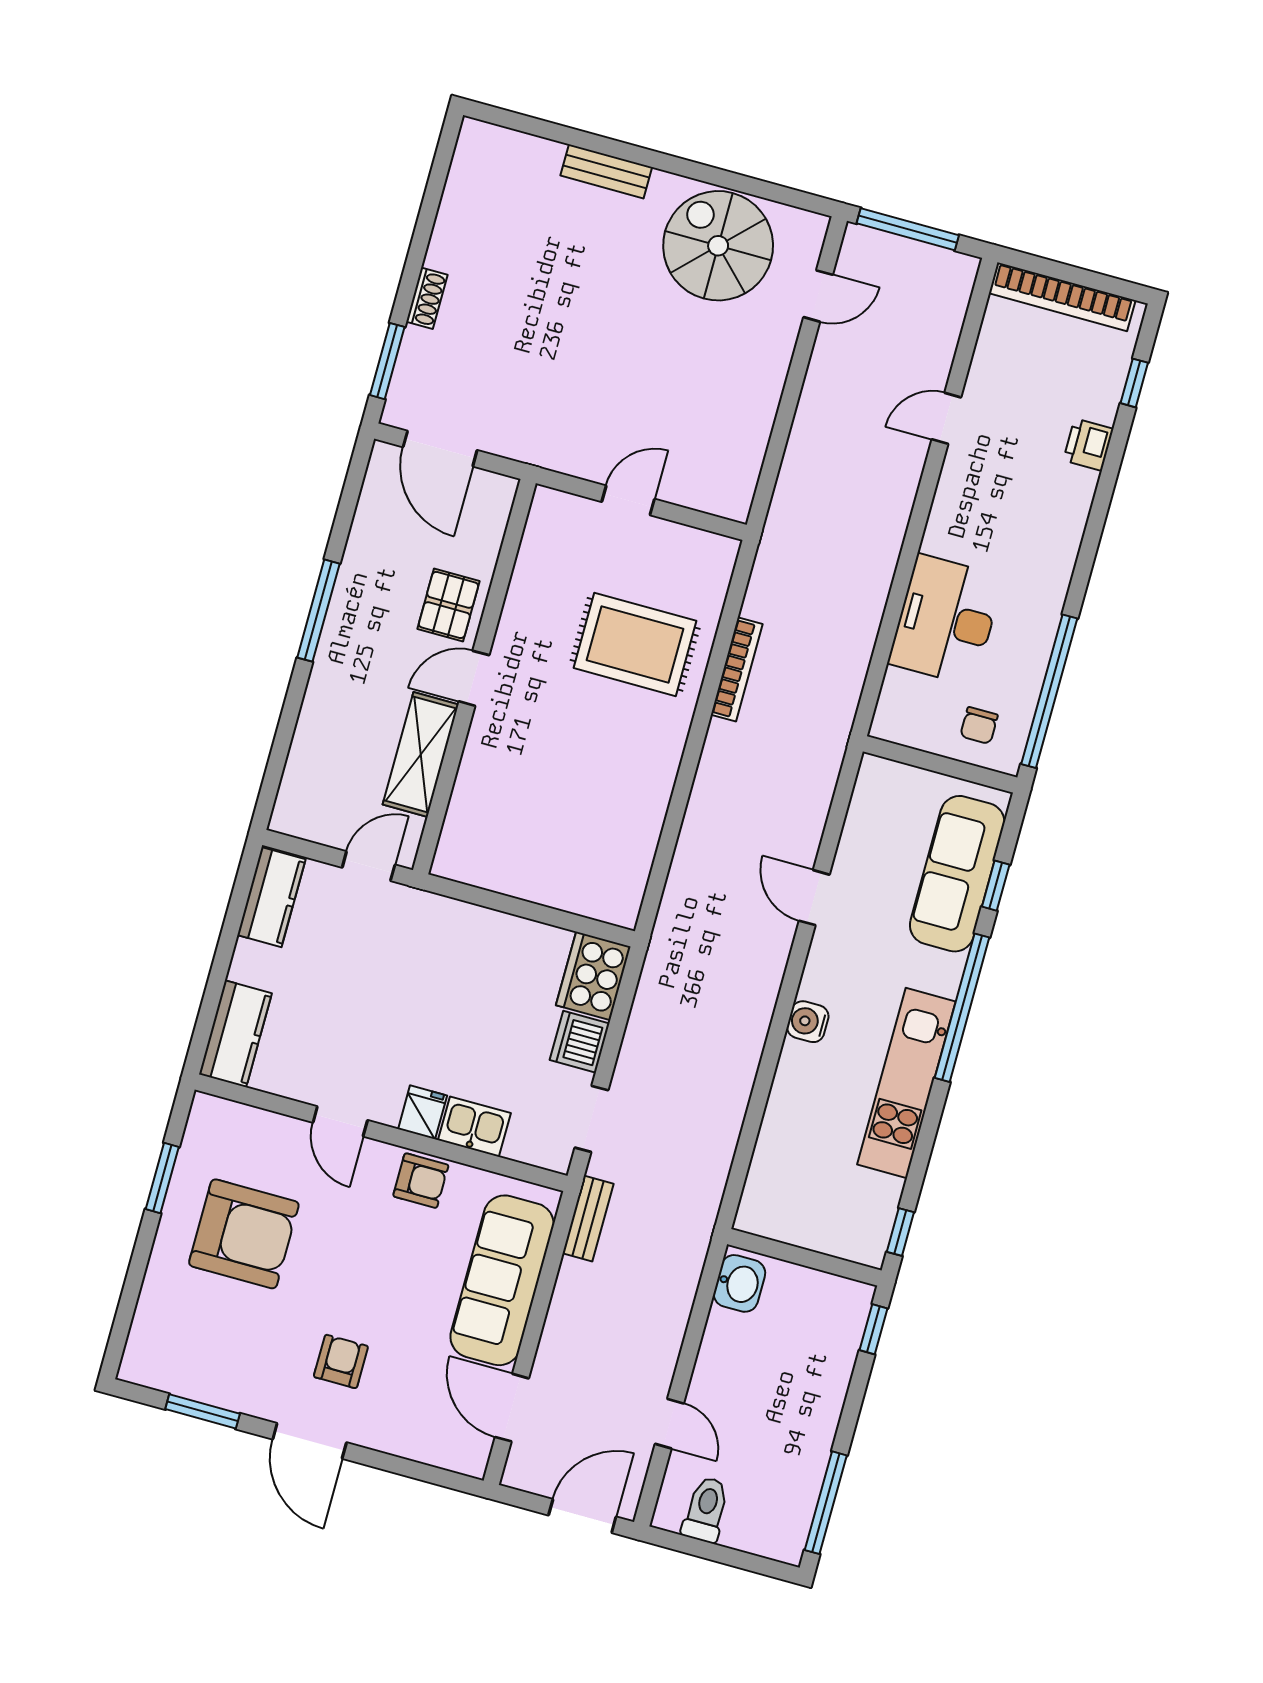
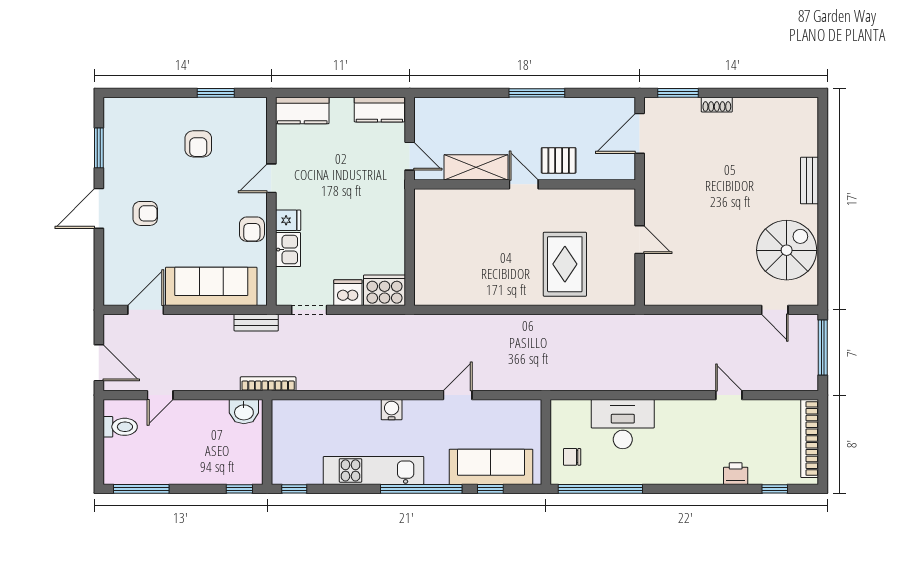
bookcase: (737, 669) -> (268, 384), moved, turned 180
armchair: (244, 1234) -> (198, 144), width x0.53, depth x0.53

